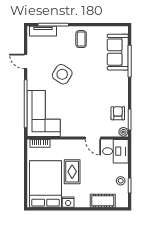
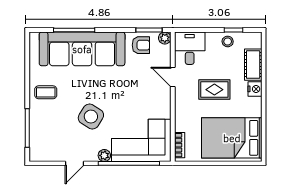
tv unit: (43, 31) -> (36, 141), removed
sofa: (118, 52) -> (82, 49), width x1.85, depth x1.27
plant: (32, 85) -> (104, 155), added
armchair: (118, 113) -> (141, 45), turned 180
door: (93, 138) -> (173, 77), swing flipped
rug: (72, 172) -> (214, 90), moved
nightstand: (68, 202) -> (255, 89), moved

